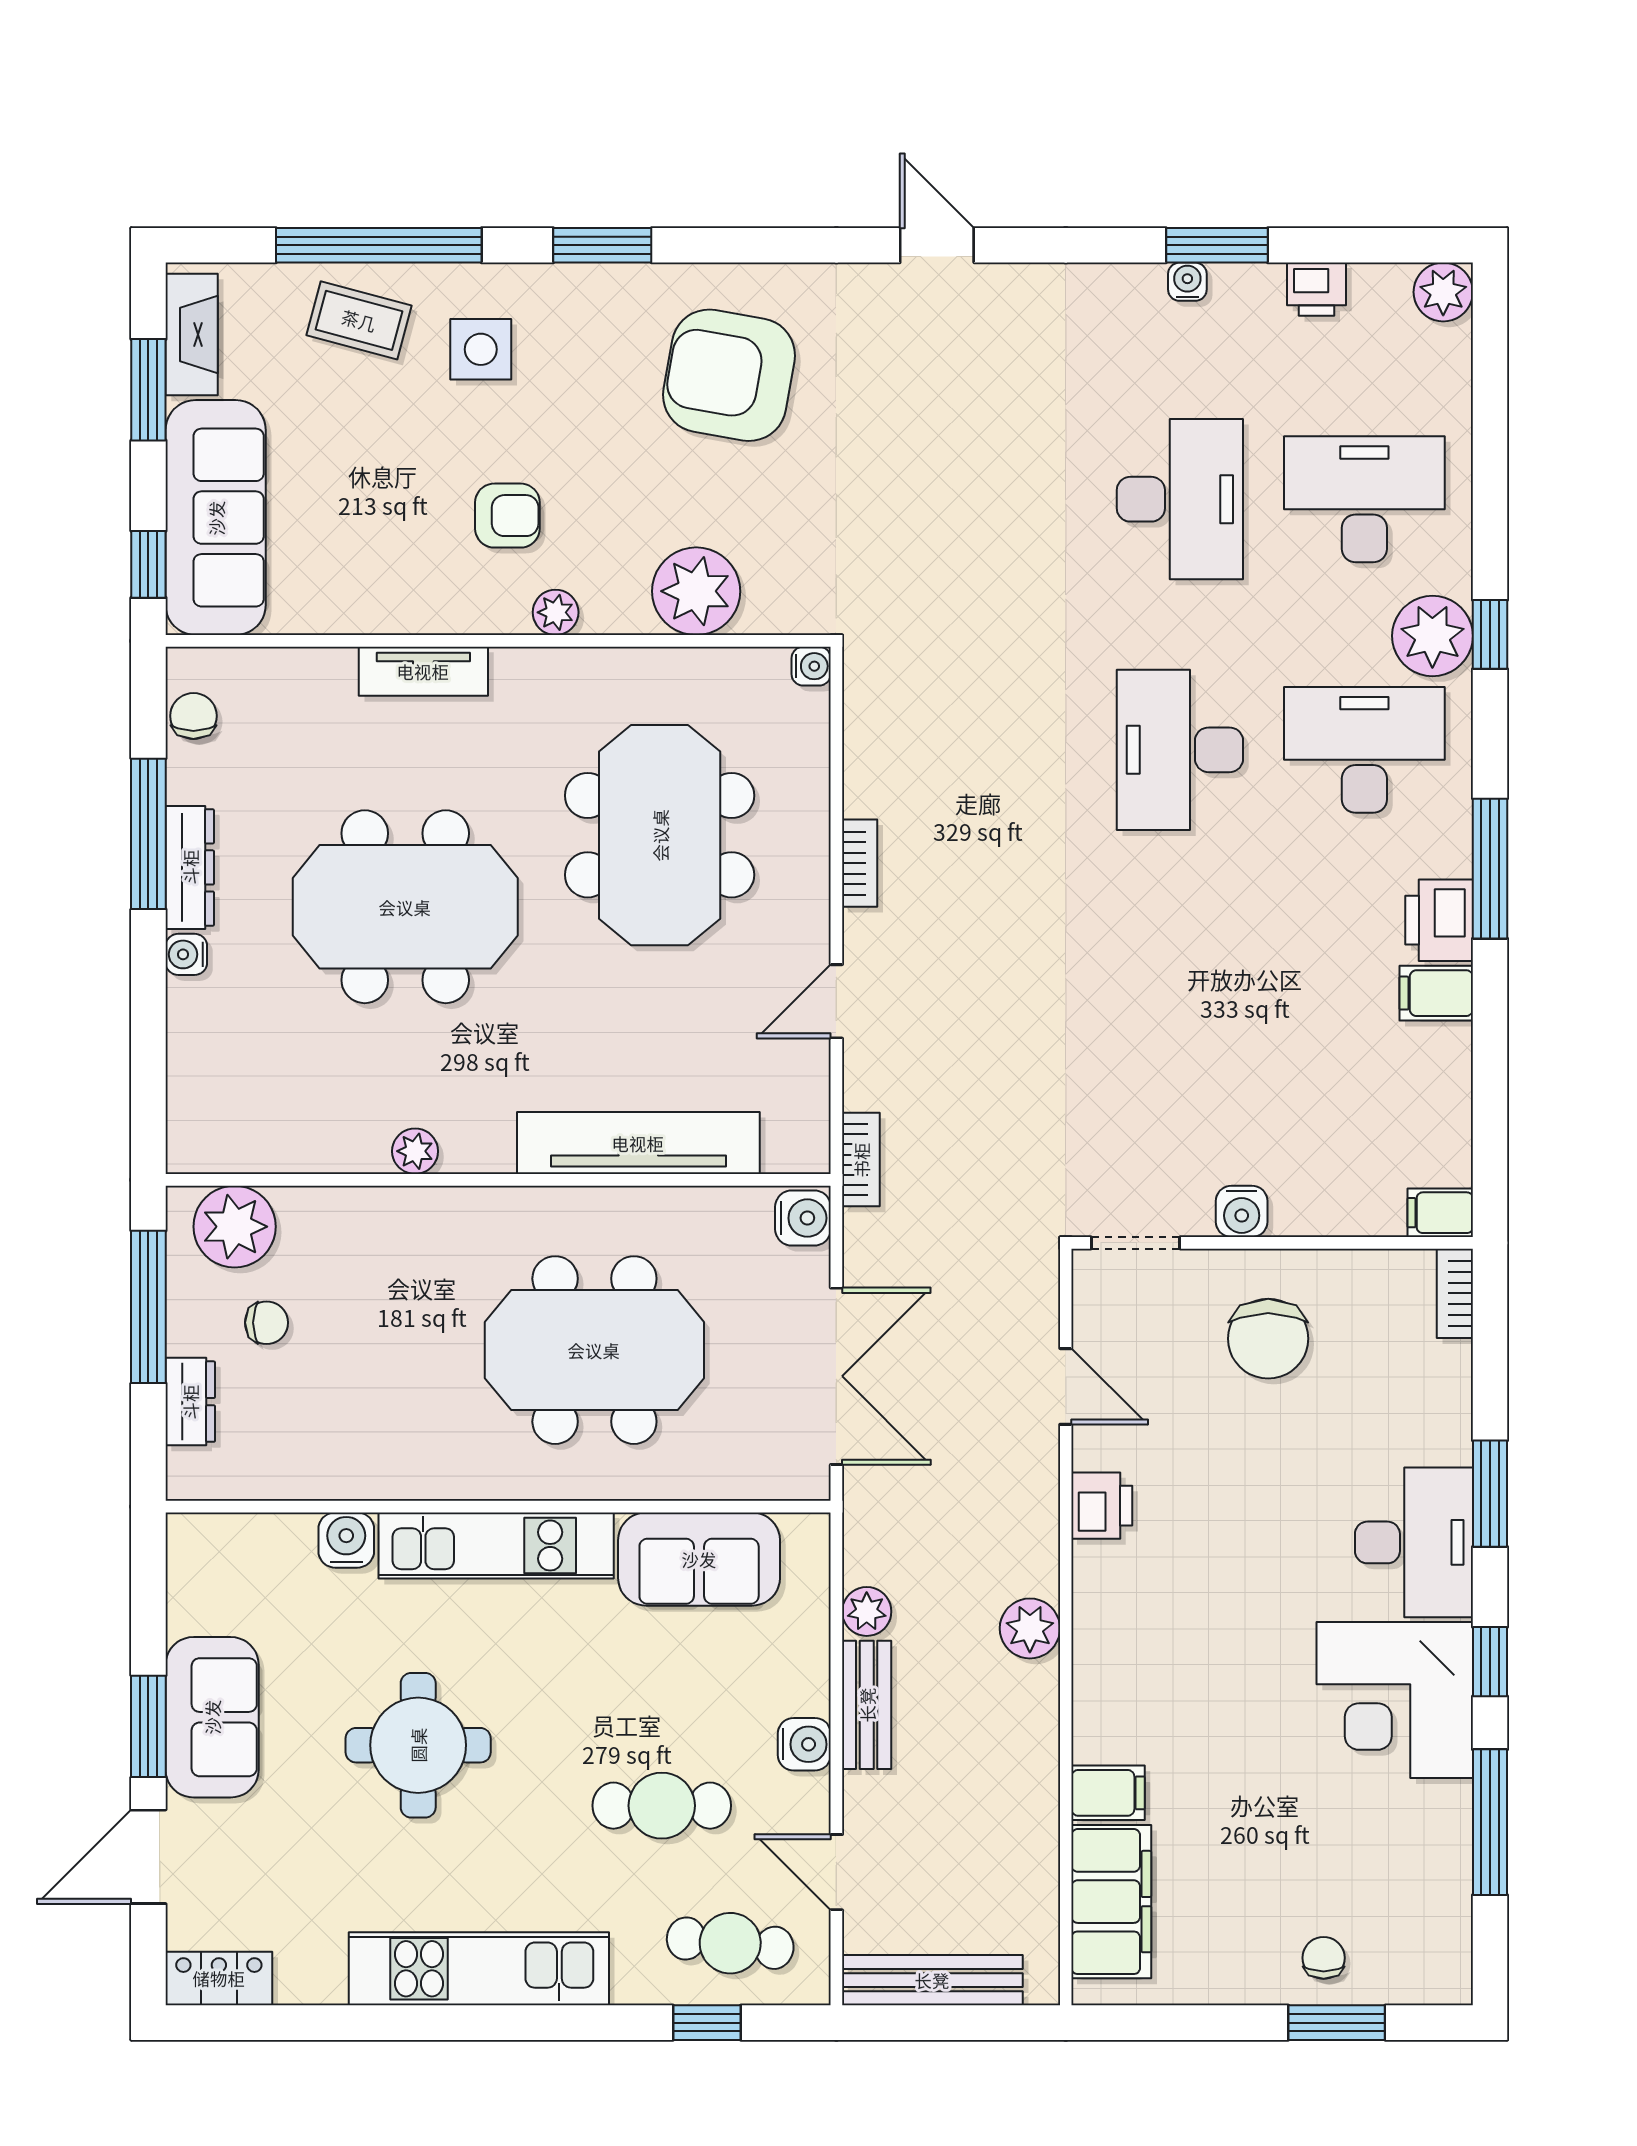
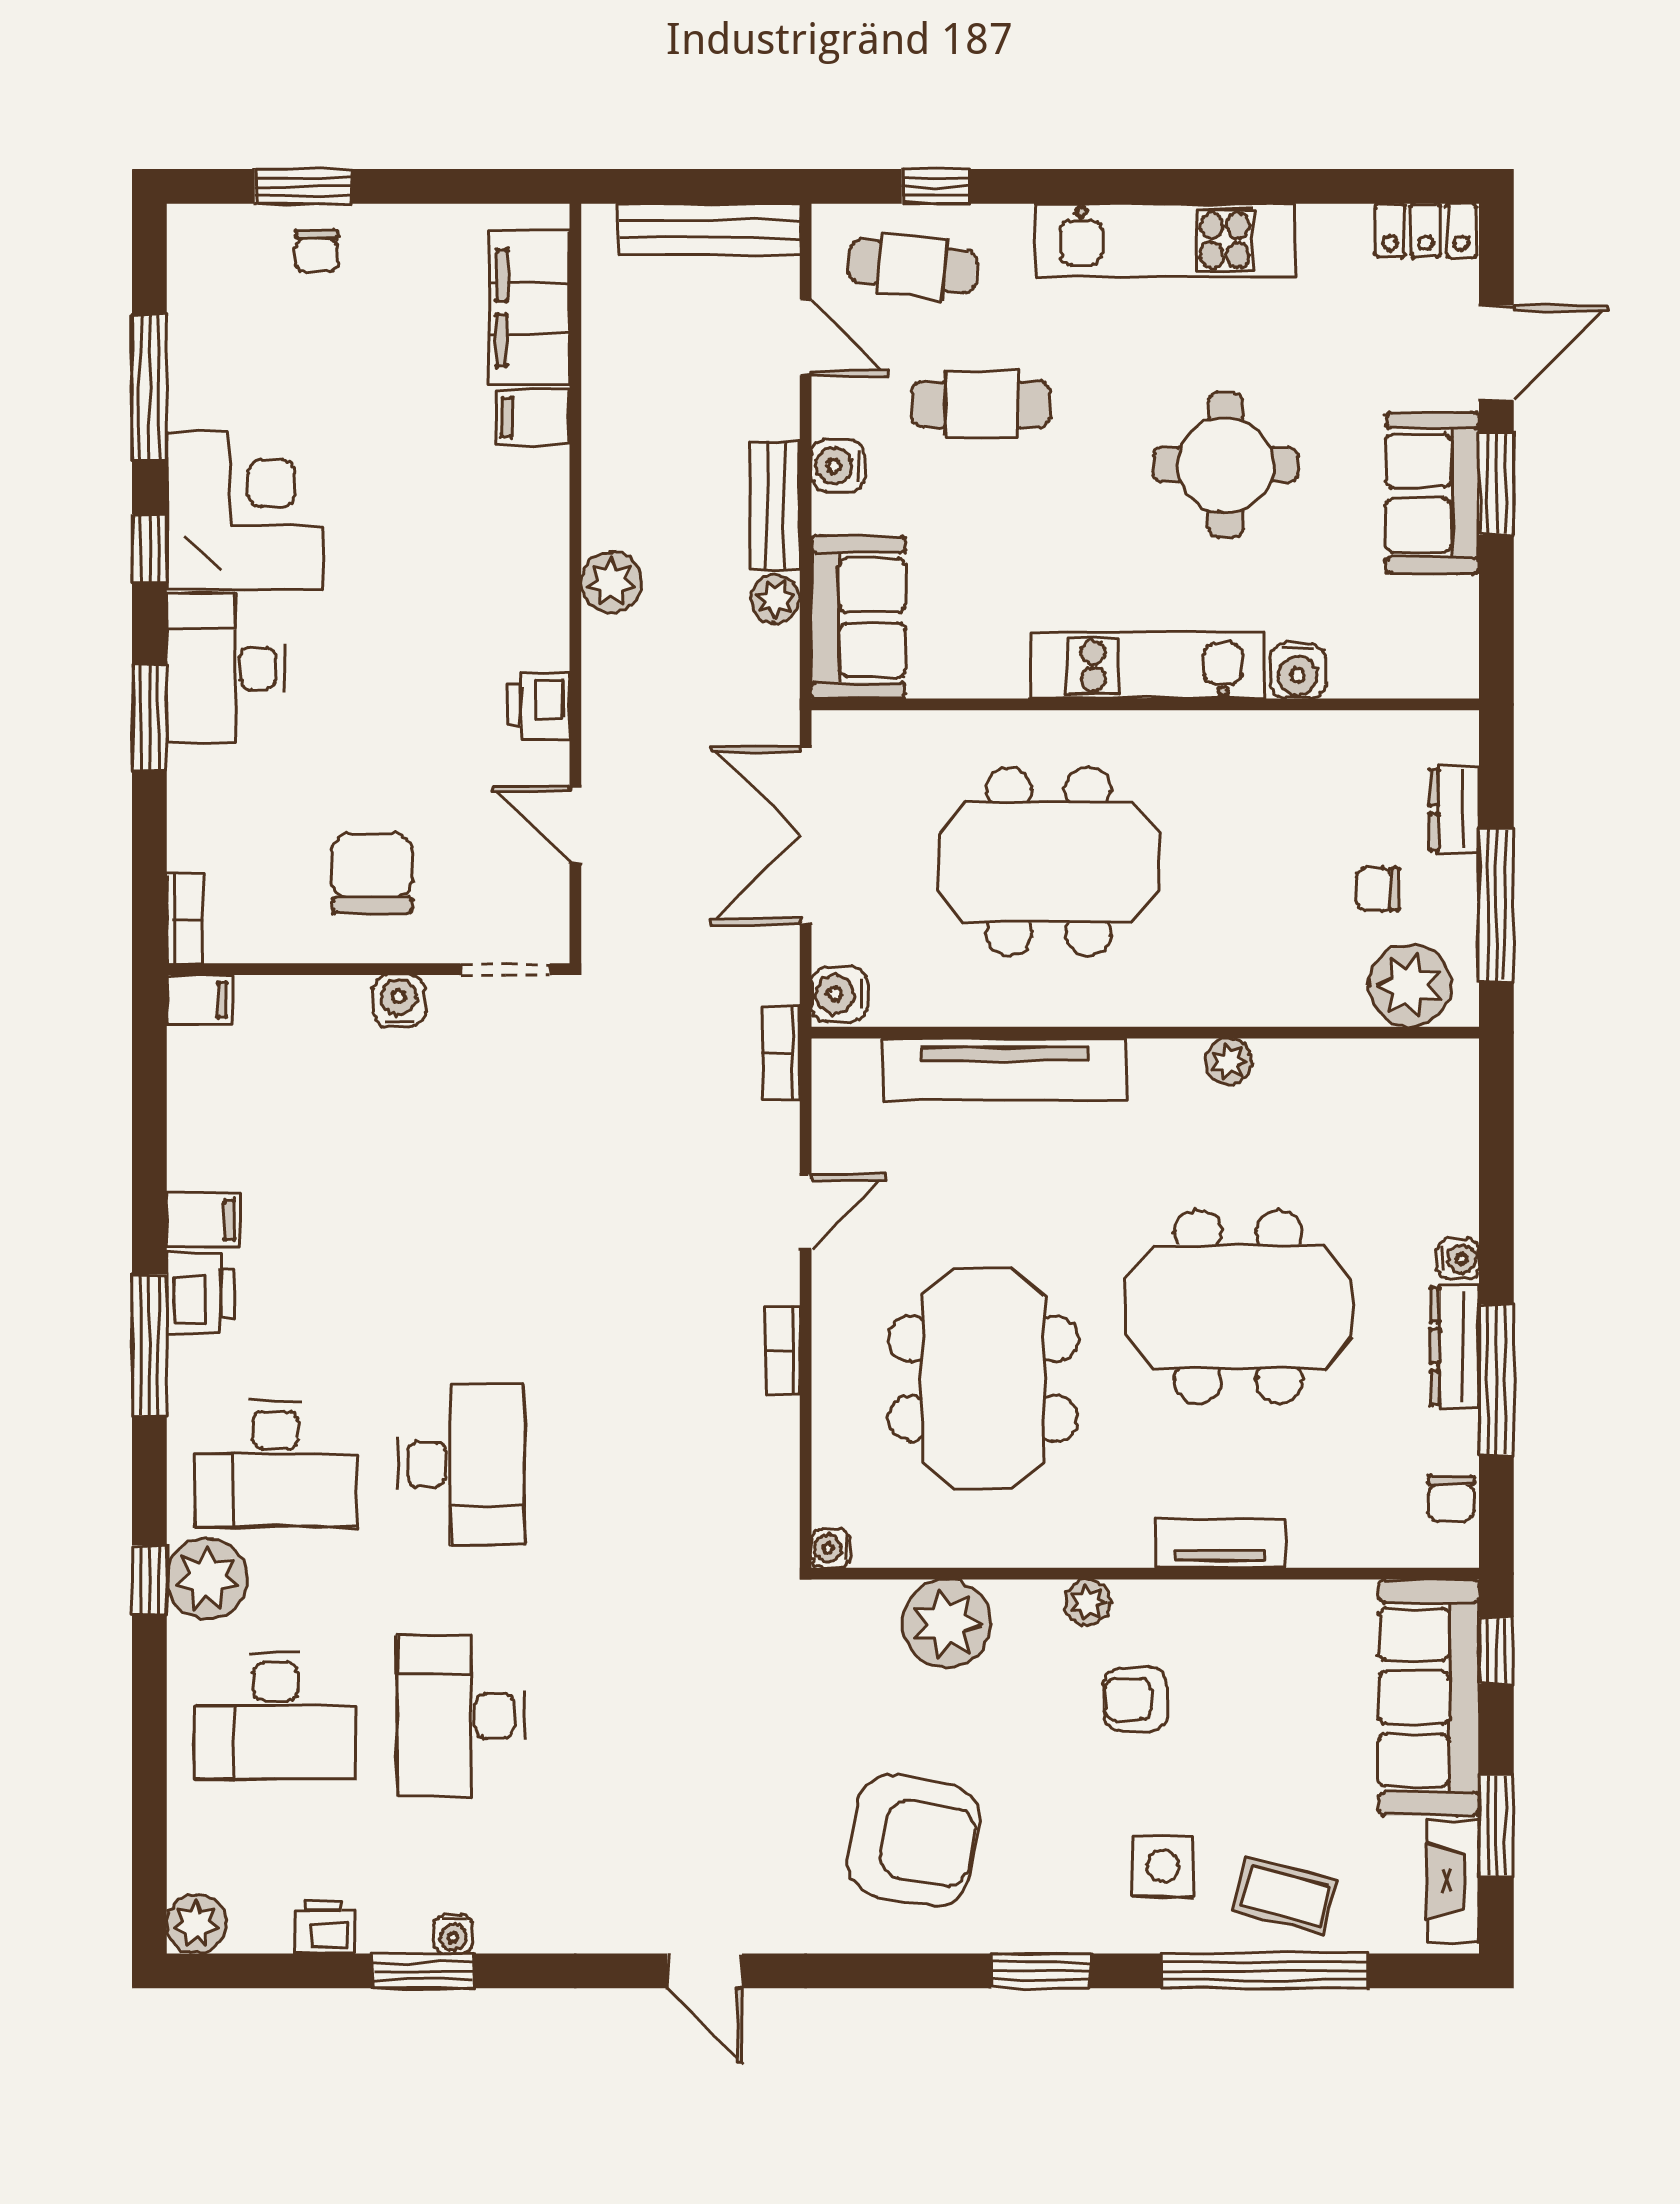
sofa: (699, 1559) -> (858, 617), moved, turned 90

